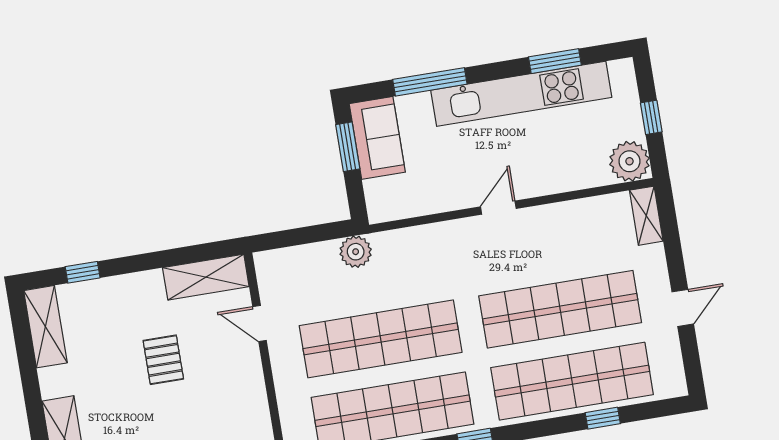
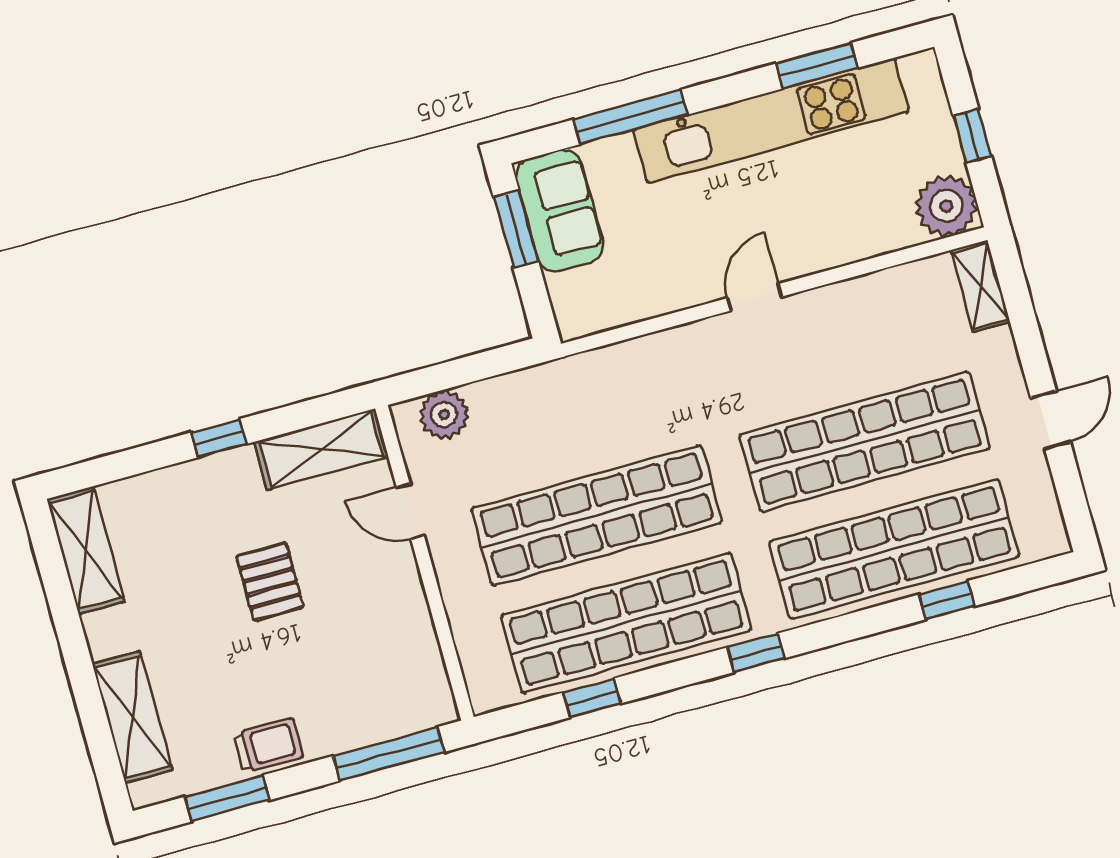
plant: (356, 252) -> (444, 415), moved
window: (83, 272) -> (219, 438), moved

